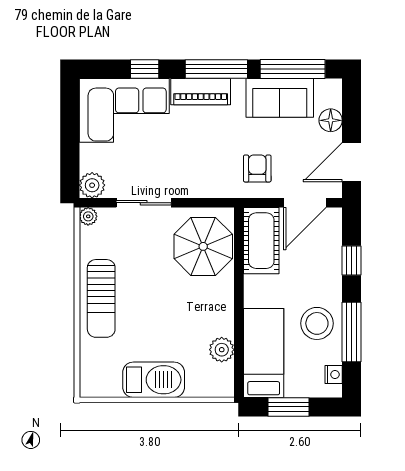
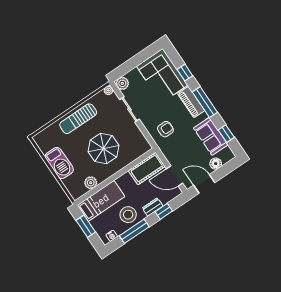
window: (293, 69) -> (226, 134), width x0.46
armchair: (257, 168) -> (165, 129), moved
parasol: (203, 246) -> (103, 149), moved
dresser: (332, 274) -> (153, 207), added

